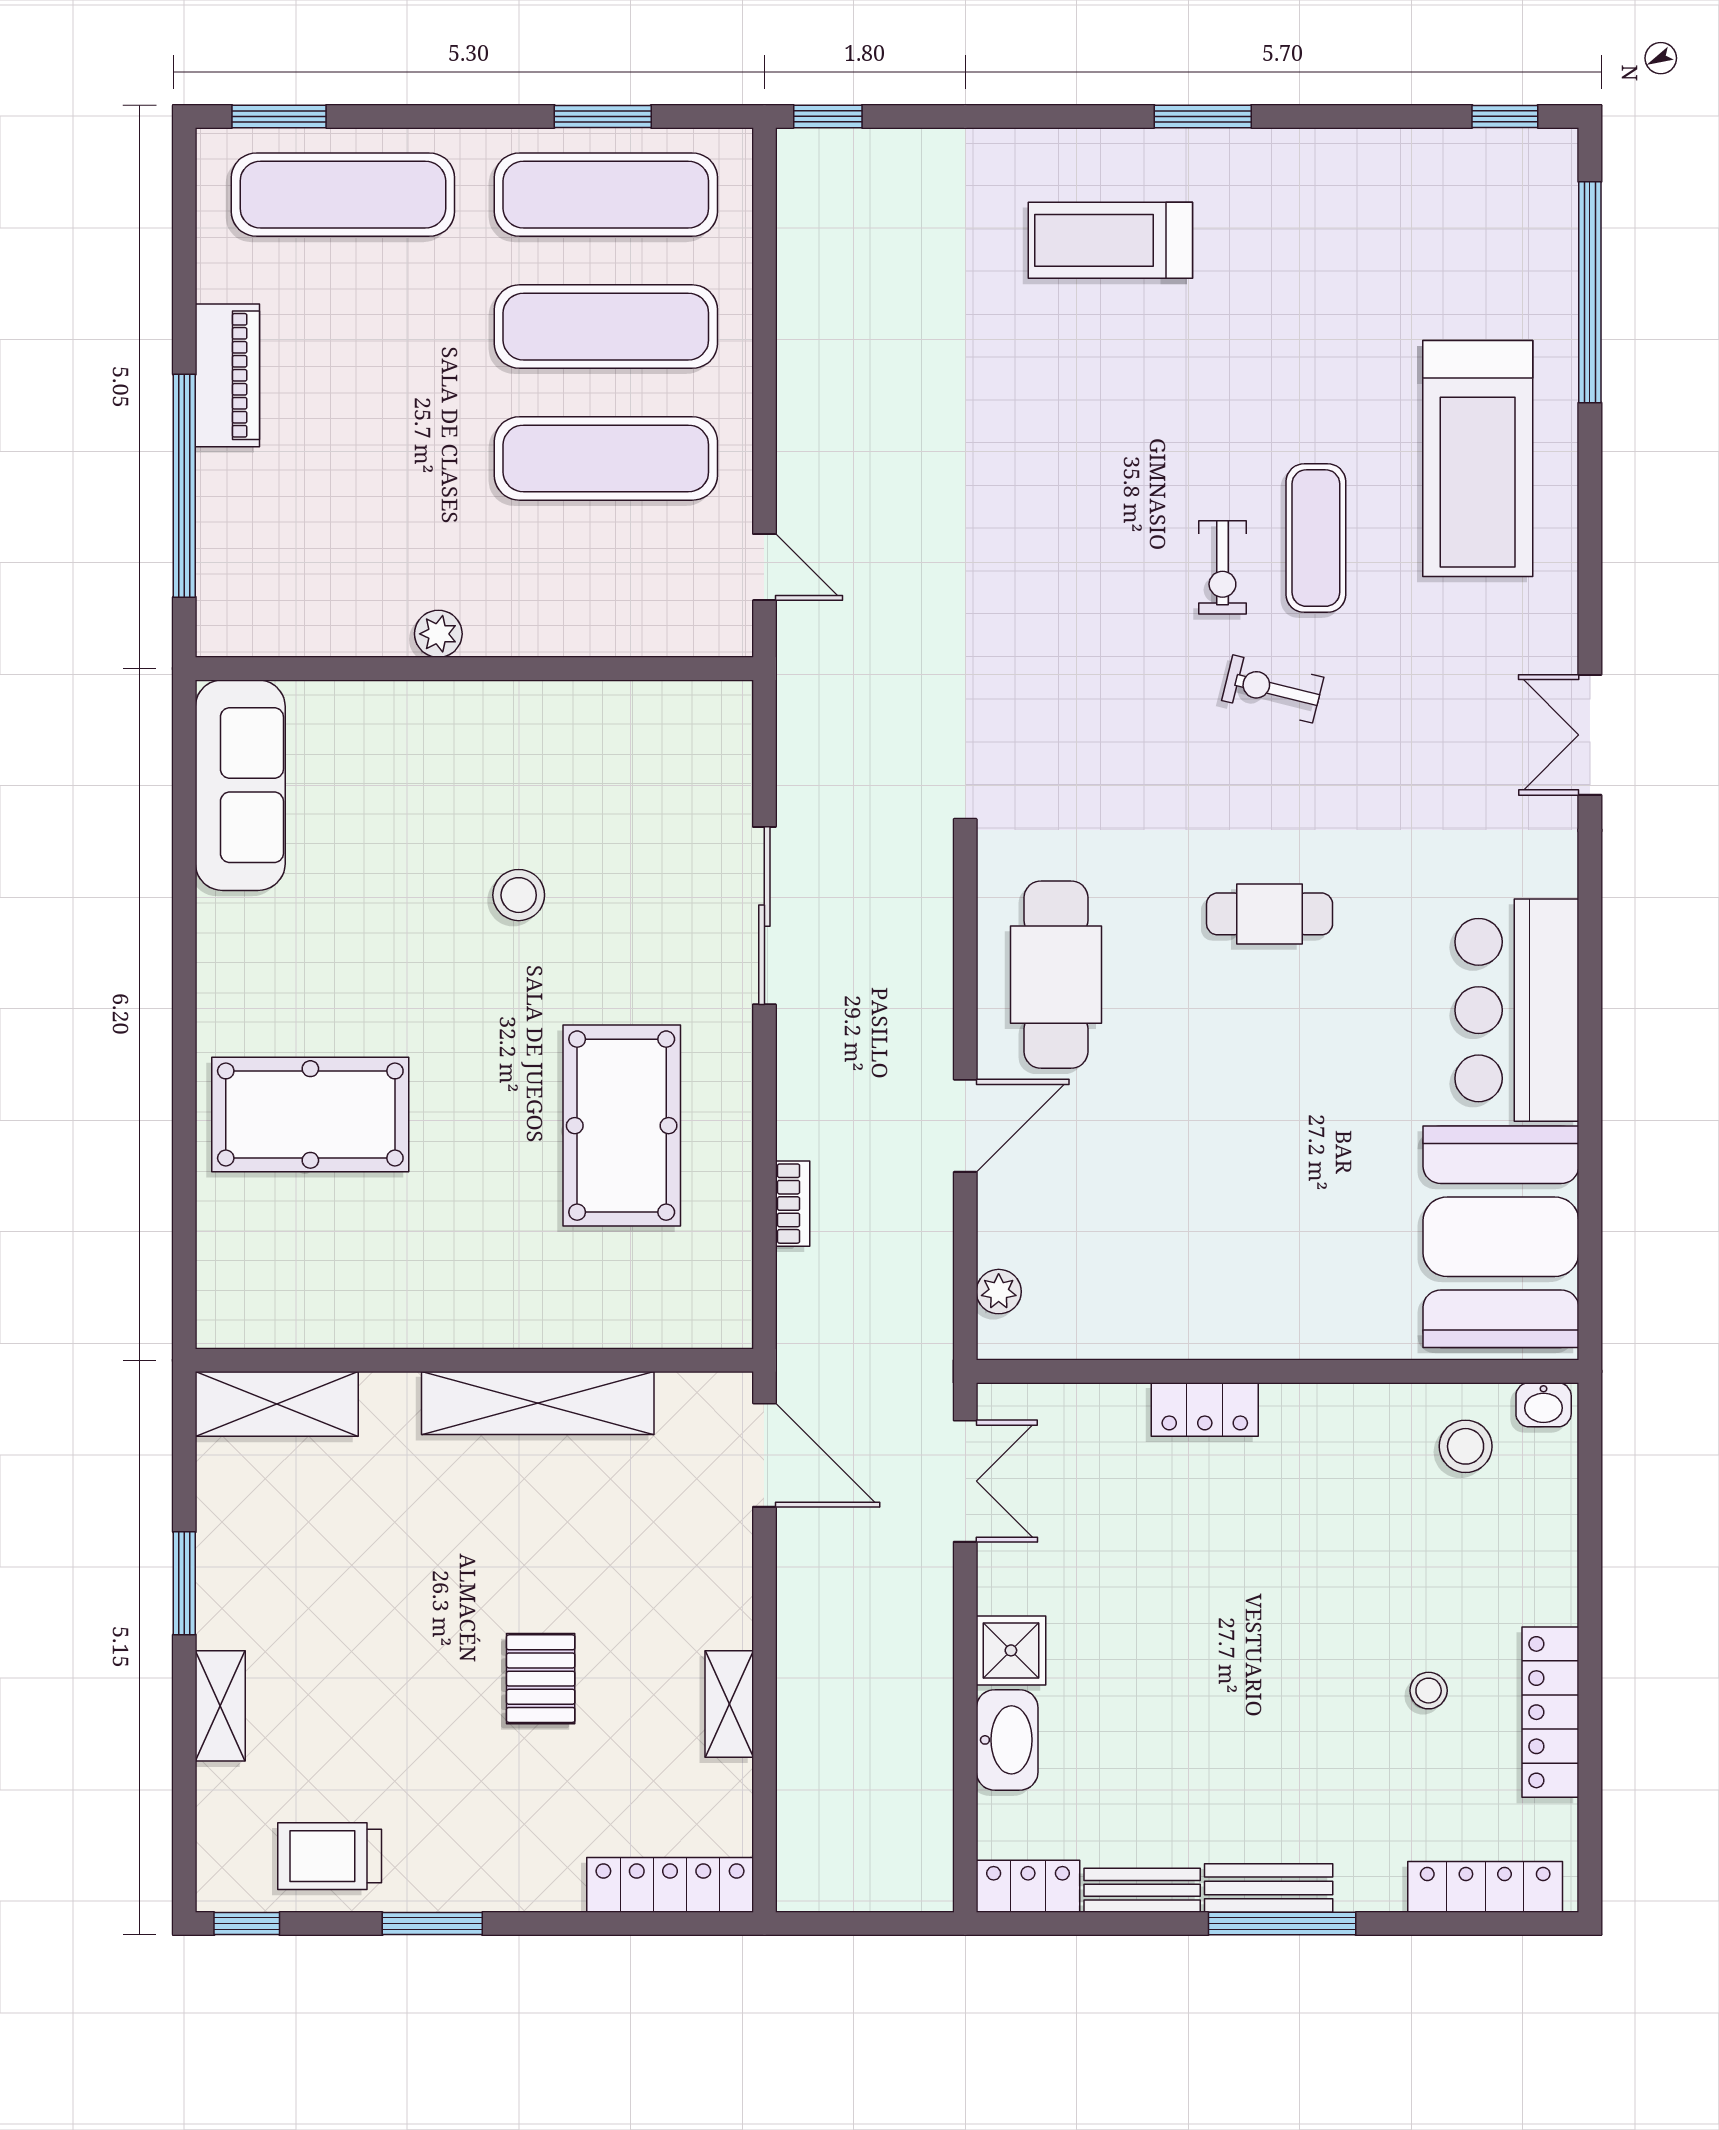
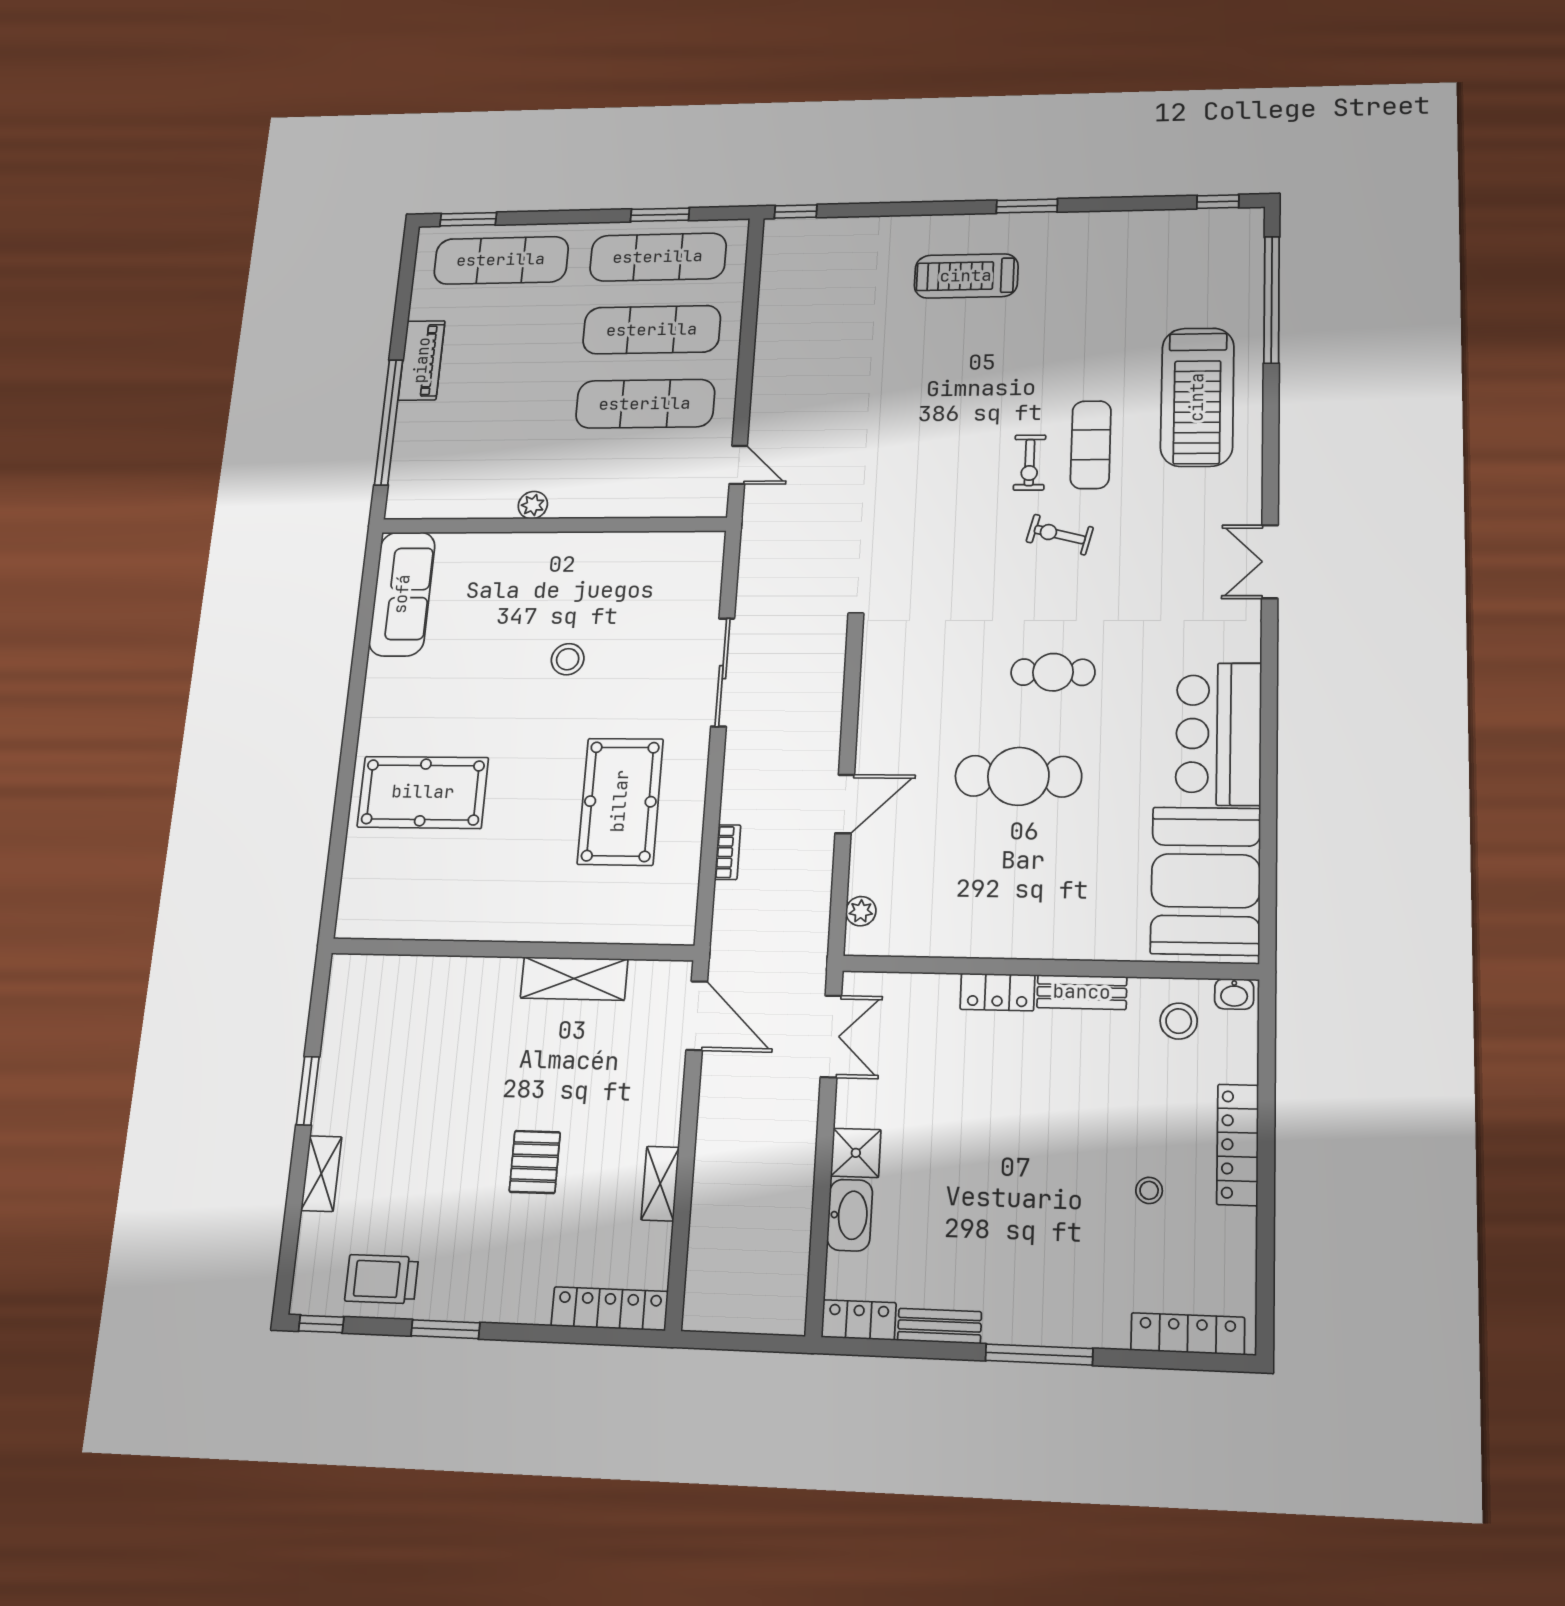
cafe table: (1056, 975) -> (1018, 776), moved, turned 90
shelving: (538, 1403) -> (574, 979), width x0.68
shelving: (277, 1404) -> (381, 975), removed
locker: (1550, 1712) -> (1238, 1145), moved
bench: (1269, 1888) -> (1082, 992), moved

